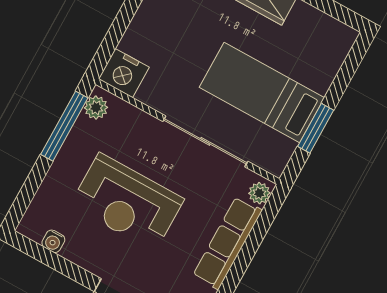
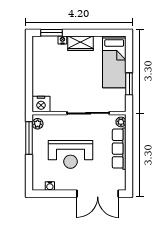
bed: (262, 93) -> (114, 62), moved, turned -90

